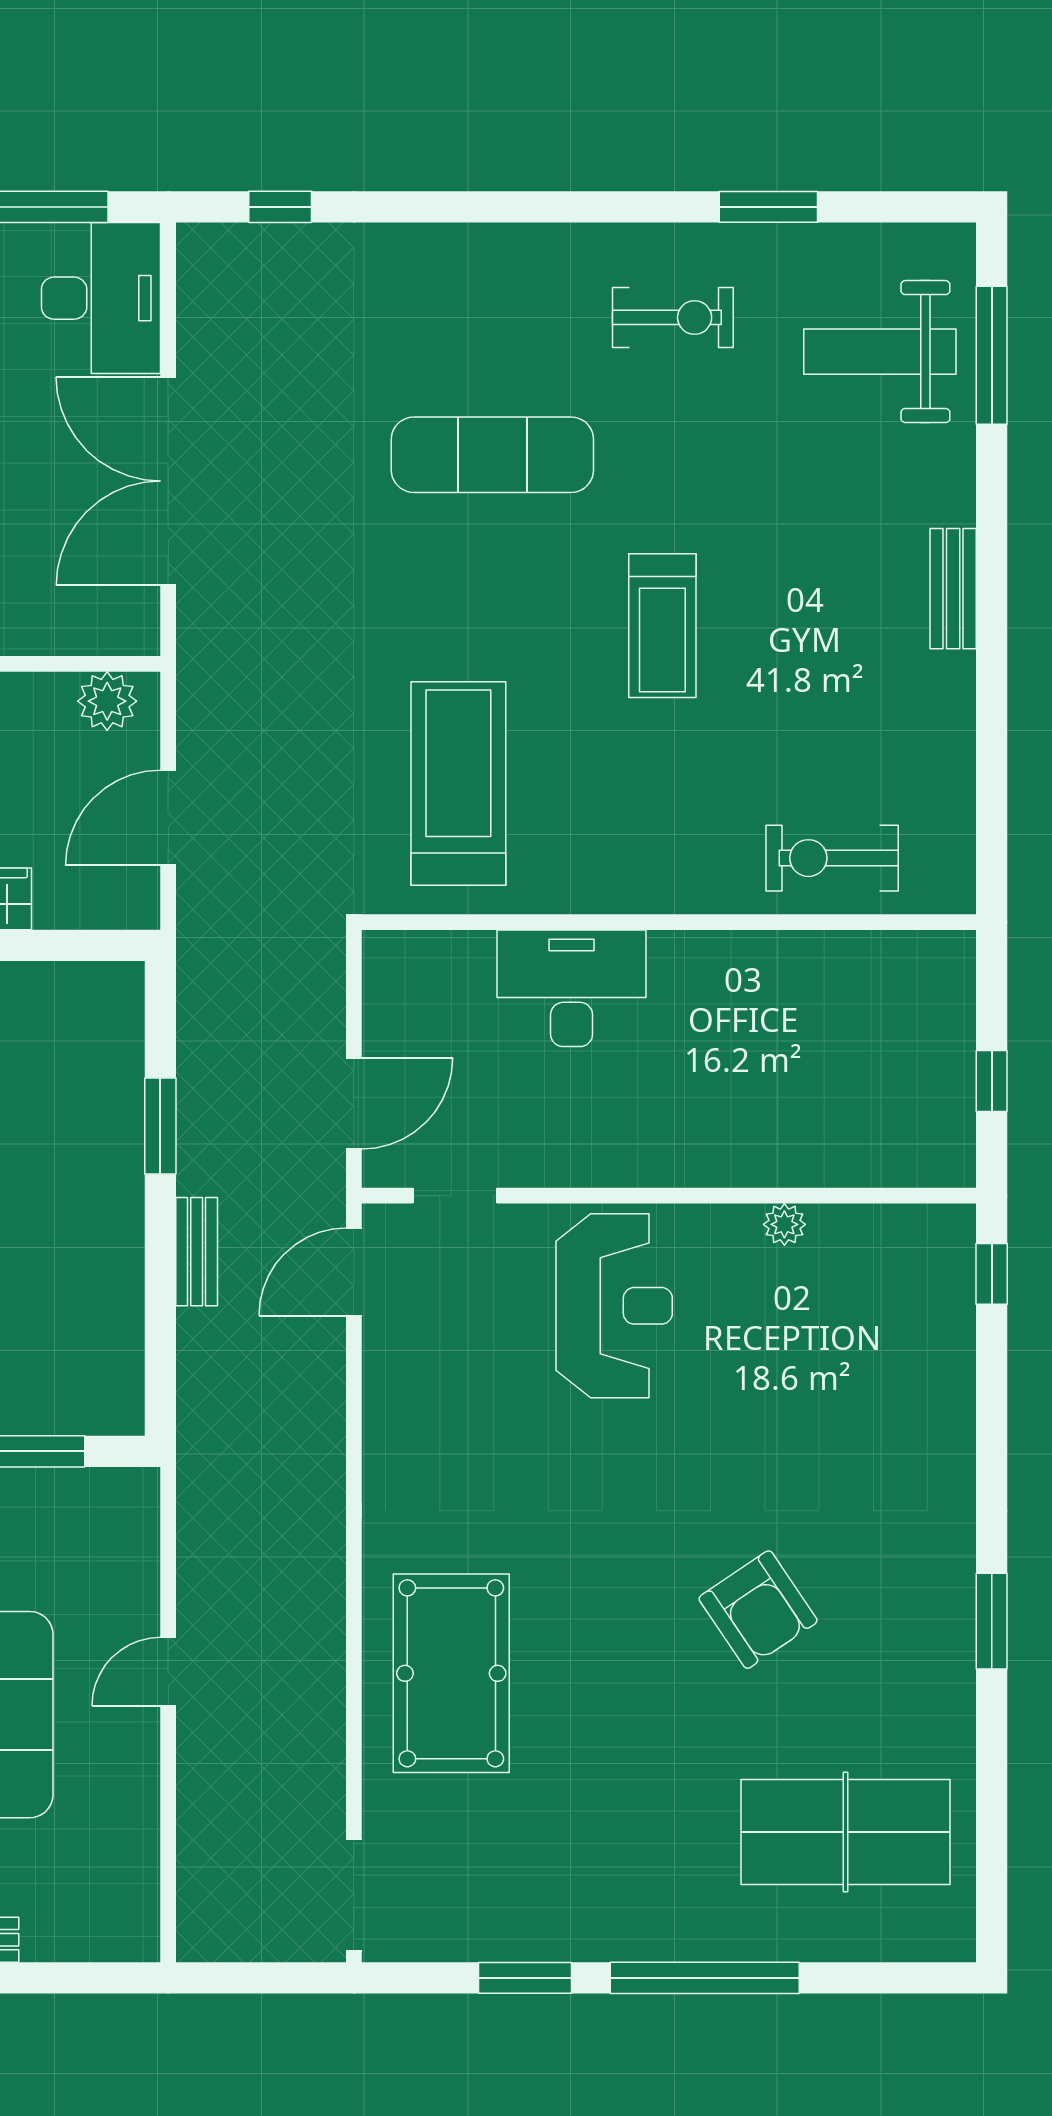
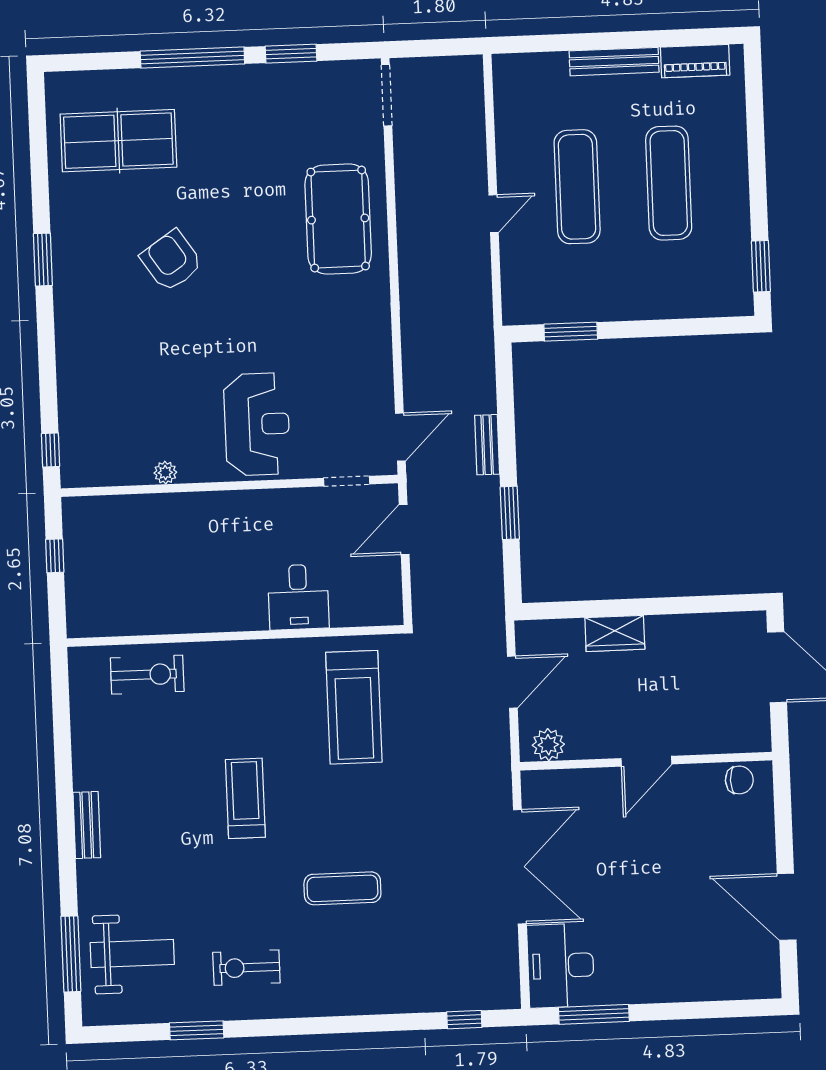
exercise mat: (492, 455) -> (342, 888), width x0.73, depth x0.69
desk: (572, 988) -> (298, 597), width x0.73
reception desk: (614, 1306) -> (257, 424), turned 180

